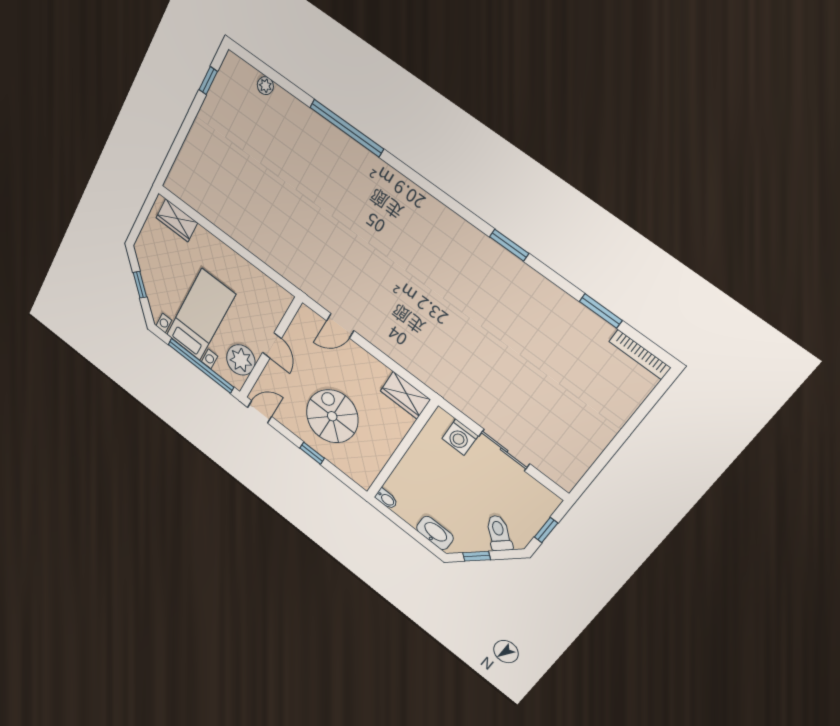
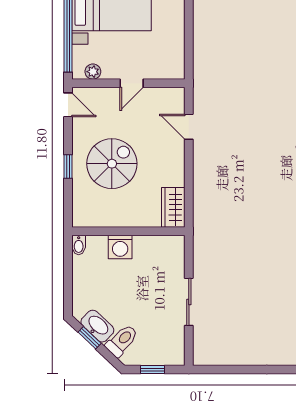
plant: (241, 360) -> (93, 72), width x0.53, depth x0.53
washing machine: (460, 437) -> (120, 247), moved, turned -90
washbasin: (435, 533) -> (97, 326), moved, turned -46

